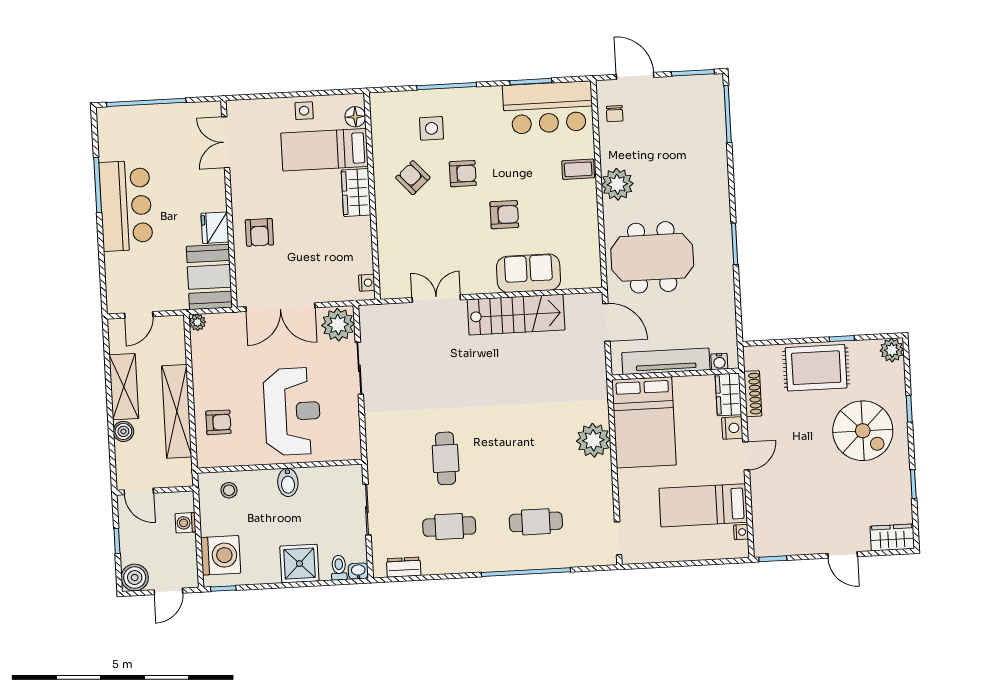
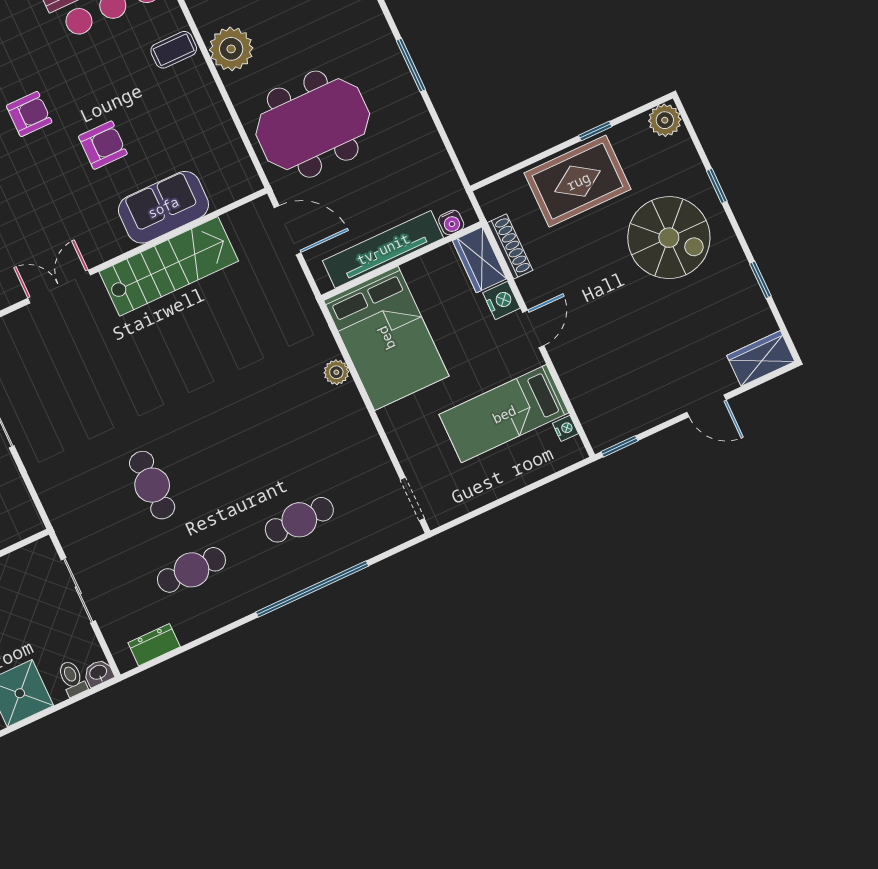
plant: (593, 440) -> (336, 372), width x0.53, depth x0.53

